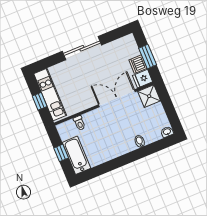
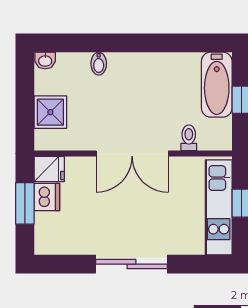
shower: (149, 96) -> (50, 112), moved
double door: (117, 98) -> (132, 153), moved

